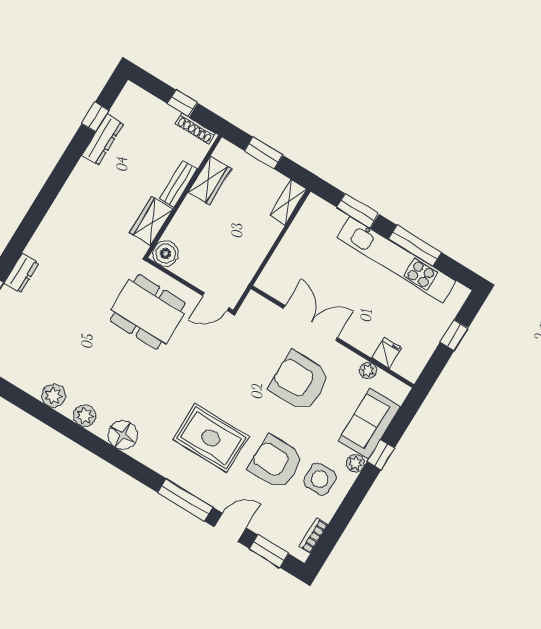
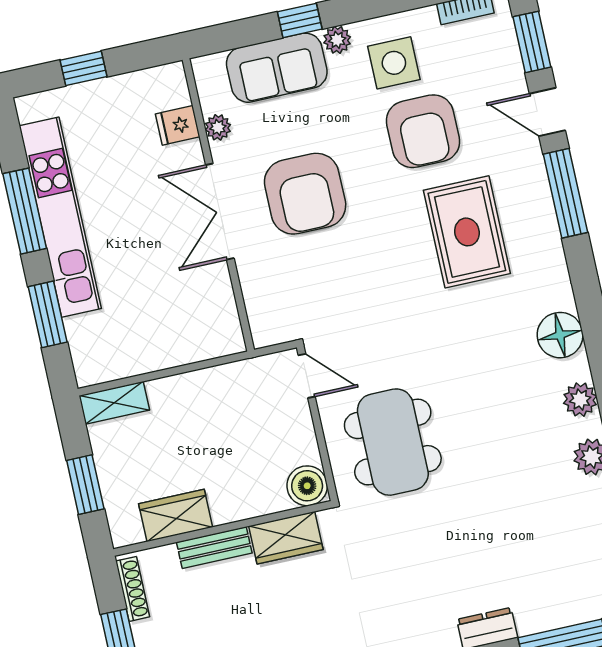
double door: (310, 323) -> (220, 212), moved

